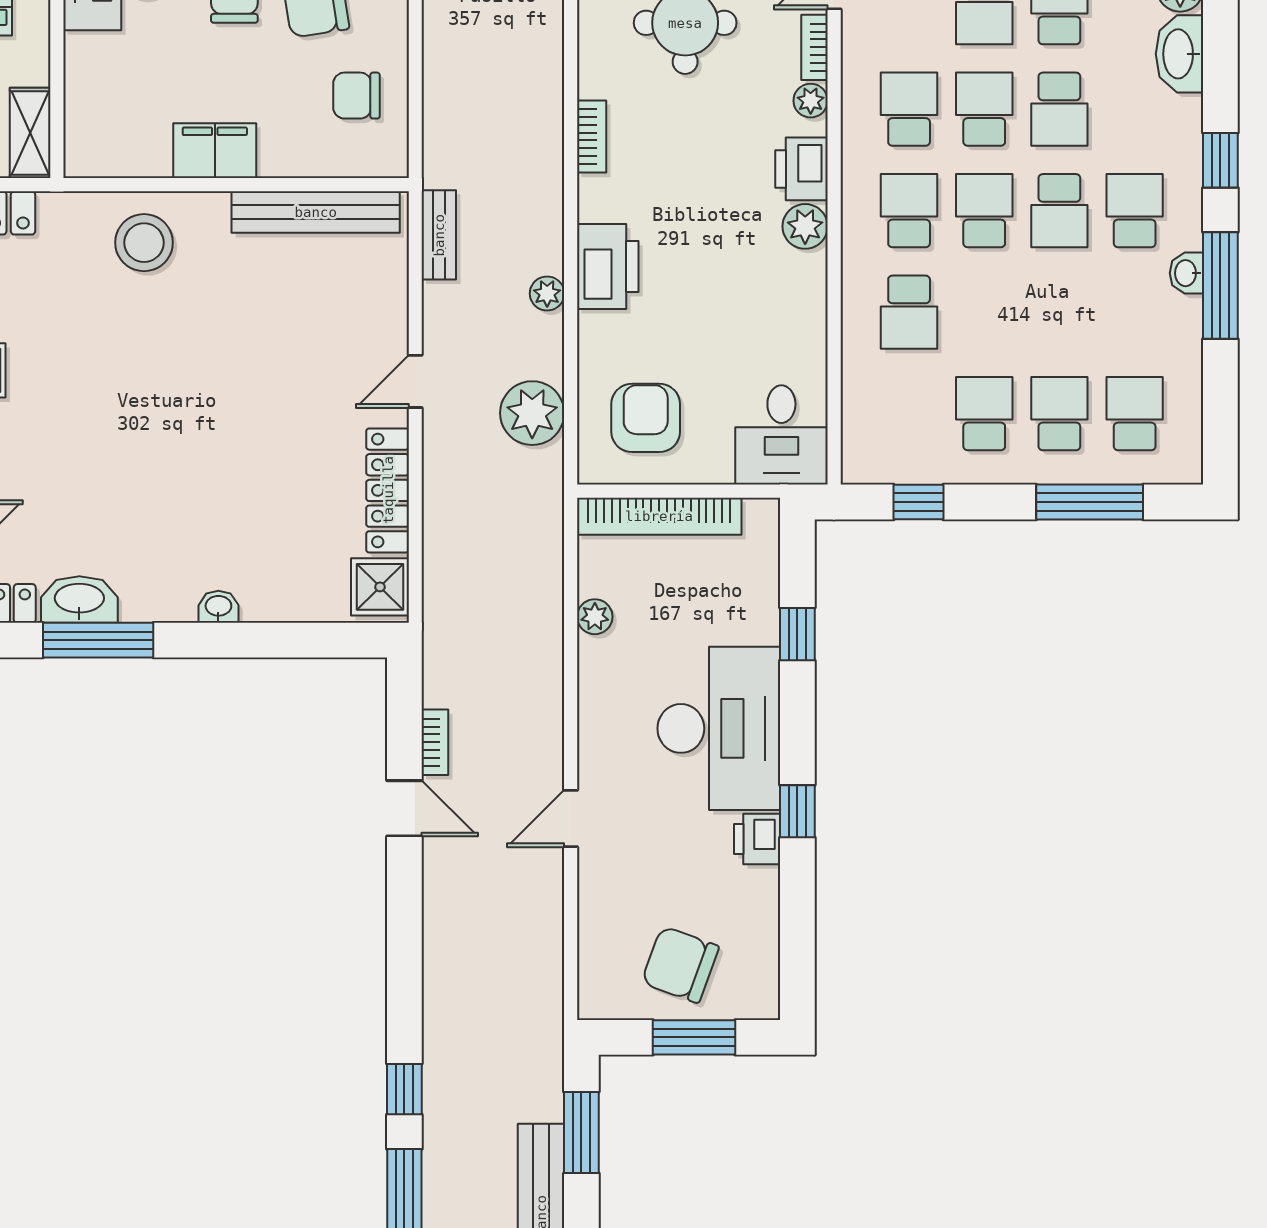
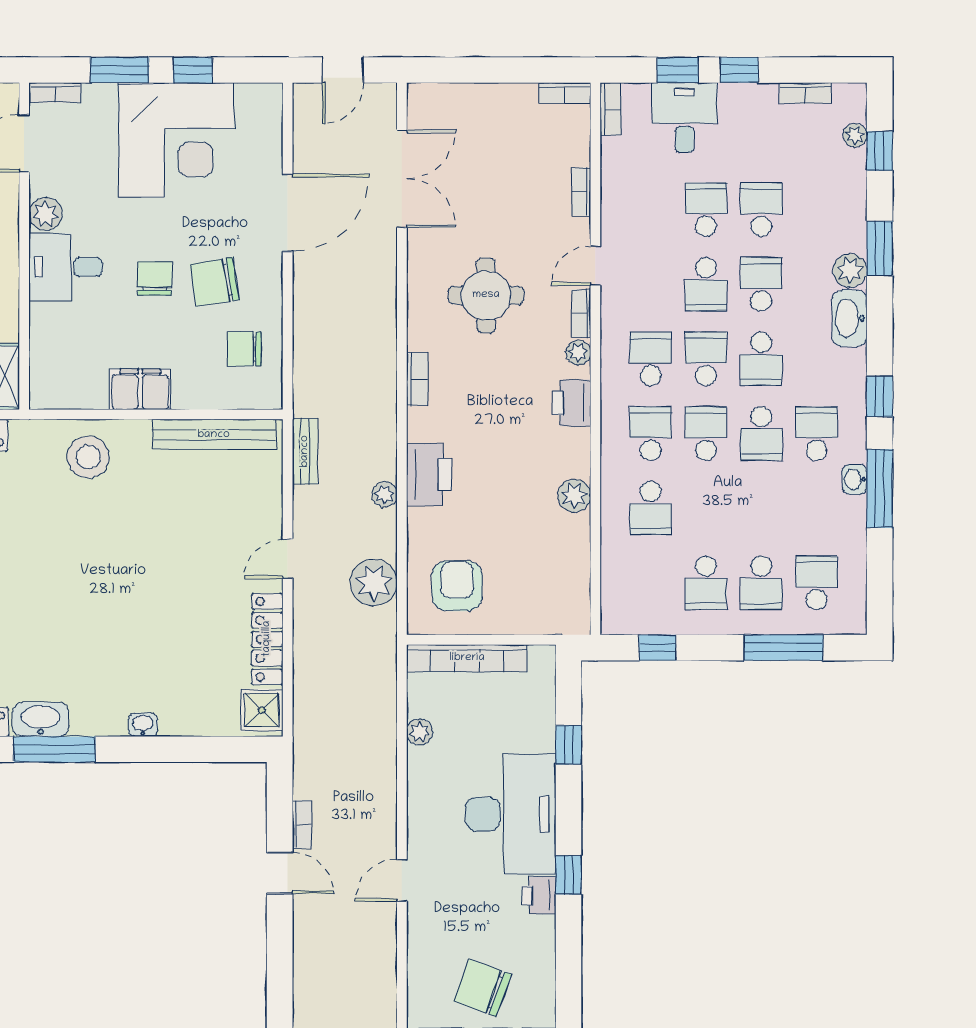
plant: (805, 226) -> (574, 496), moved
school desk: (984, 414) -> (706, 583), turned 180
school desk: (1059, 414) -> (761, 583), turned 180
desk: (781, 435) -> (557, 598), removed

